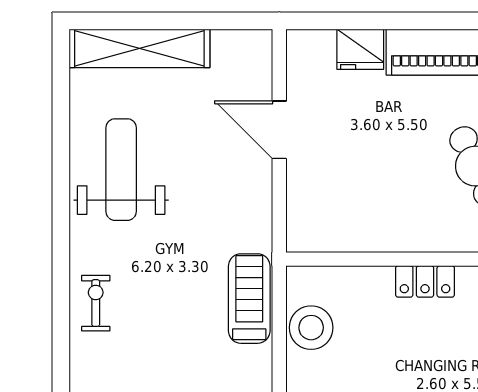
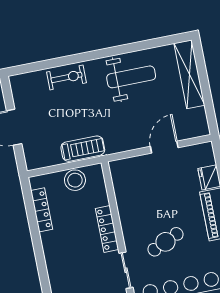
locker: (425, 281) -> (107, 229), width x1.53
exercise bike: (96, 303) -> (67, 77), width x1.38, depth x1.39

